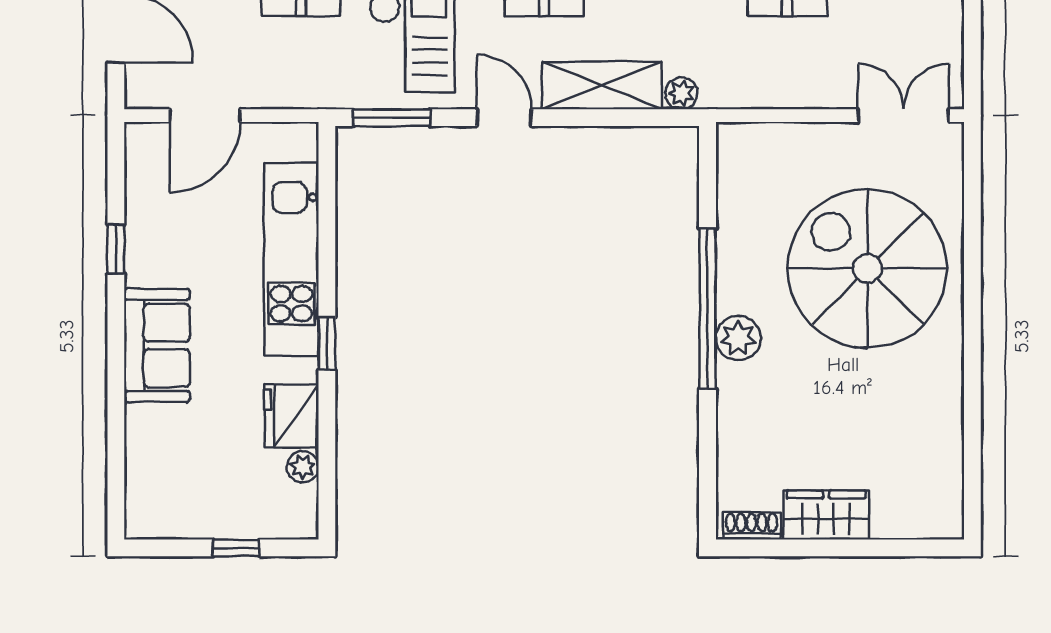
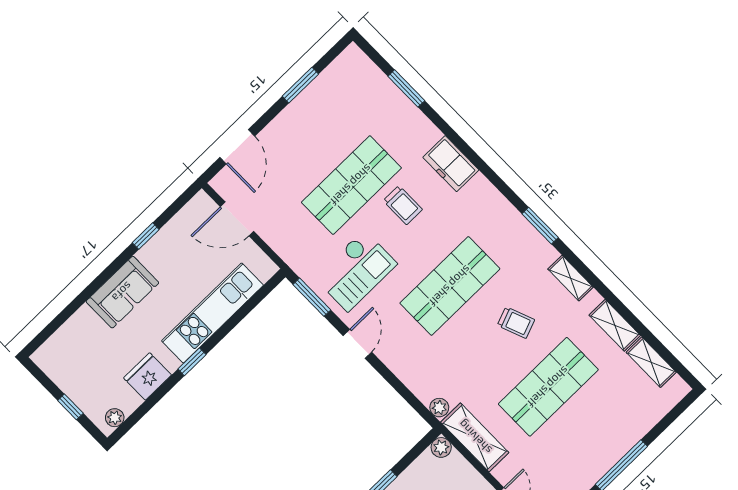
shelving: (602, 85) -> (475, 437), moved
plant: (733, 139) -> (441, 447), added
plant: (303, 467) -> (115, 418), moved

